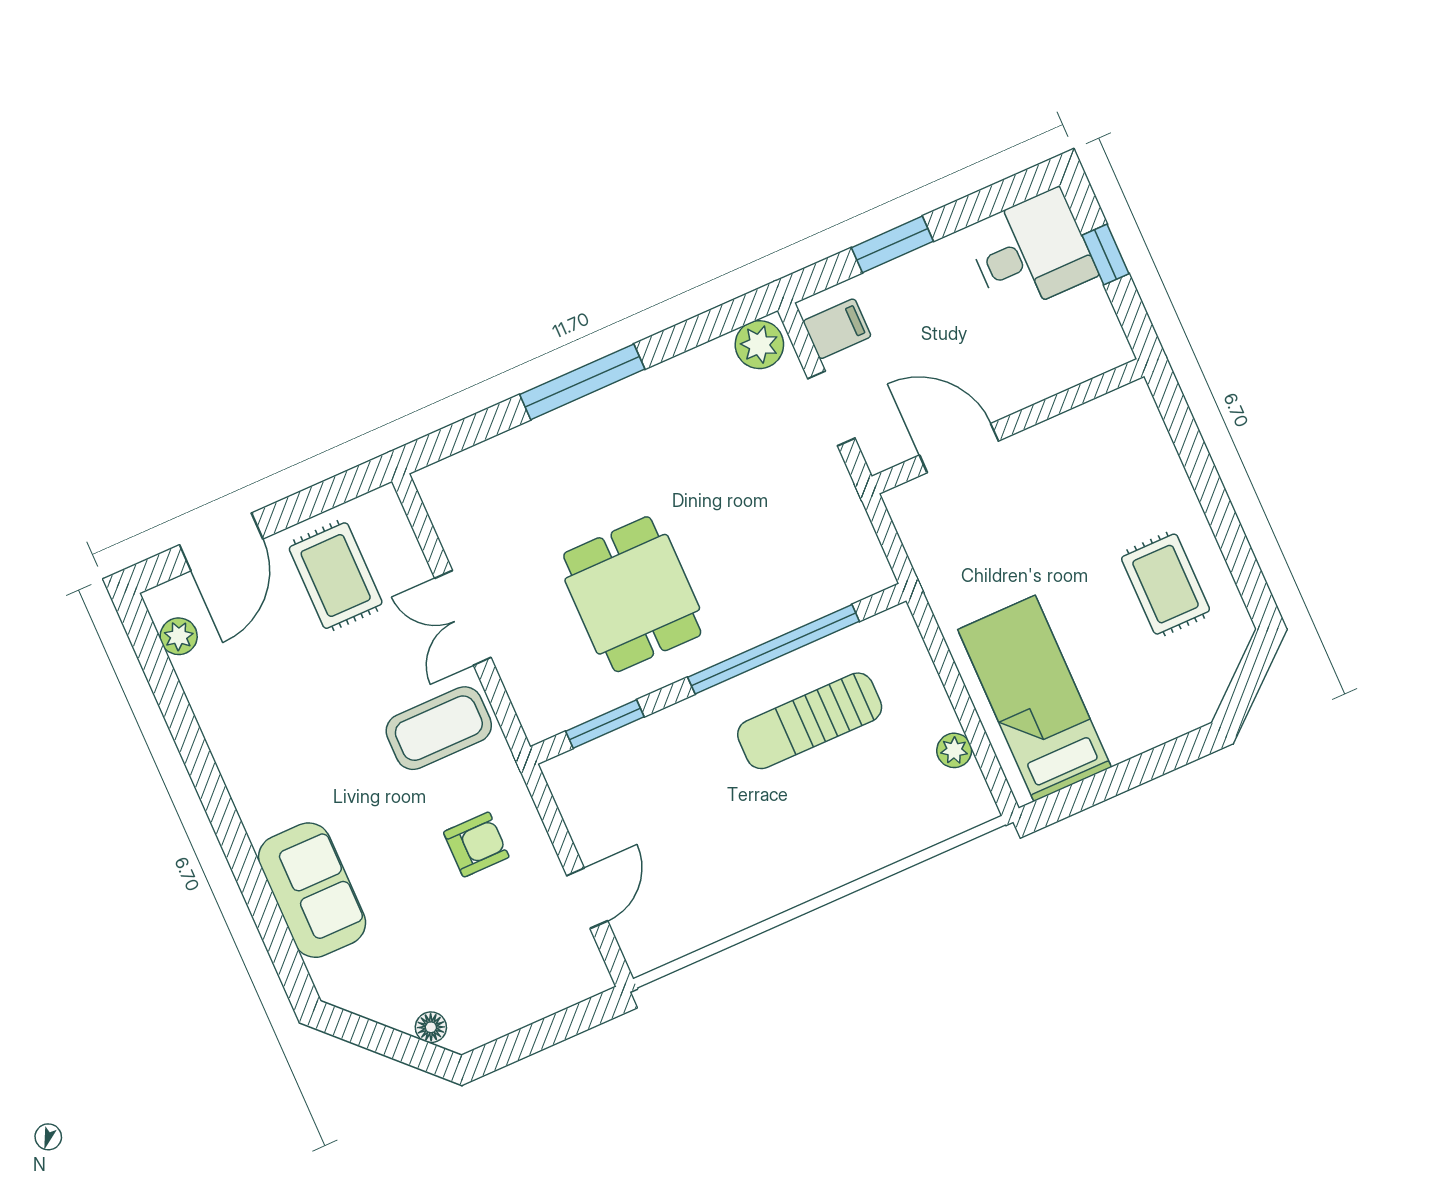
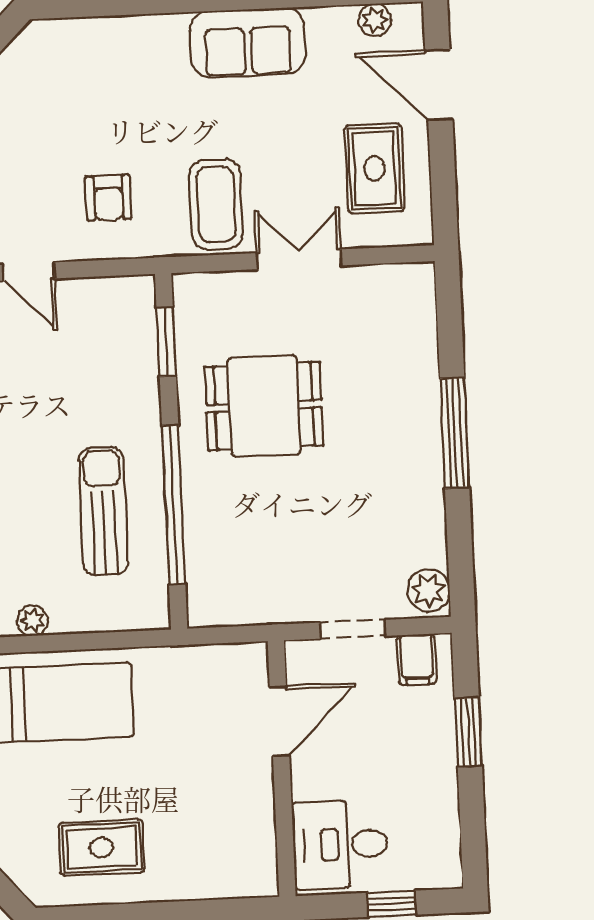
desk: (1031, 252) -> (340, 844), moved, turned 90
rug: (336, 576) -> (374, 168), turned 90
sofa: (312, 890) -> (248, 42), moved

